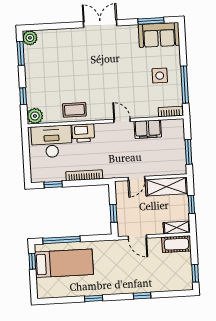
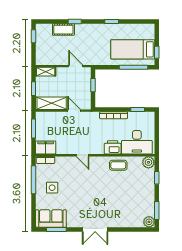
filing cabinet: (148, 129) -> (46, 148), moved
door: (136, 178) -> (74, 111), hinge flipped
cot: (176, 244) -> (63, 30), moved

